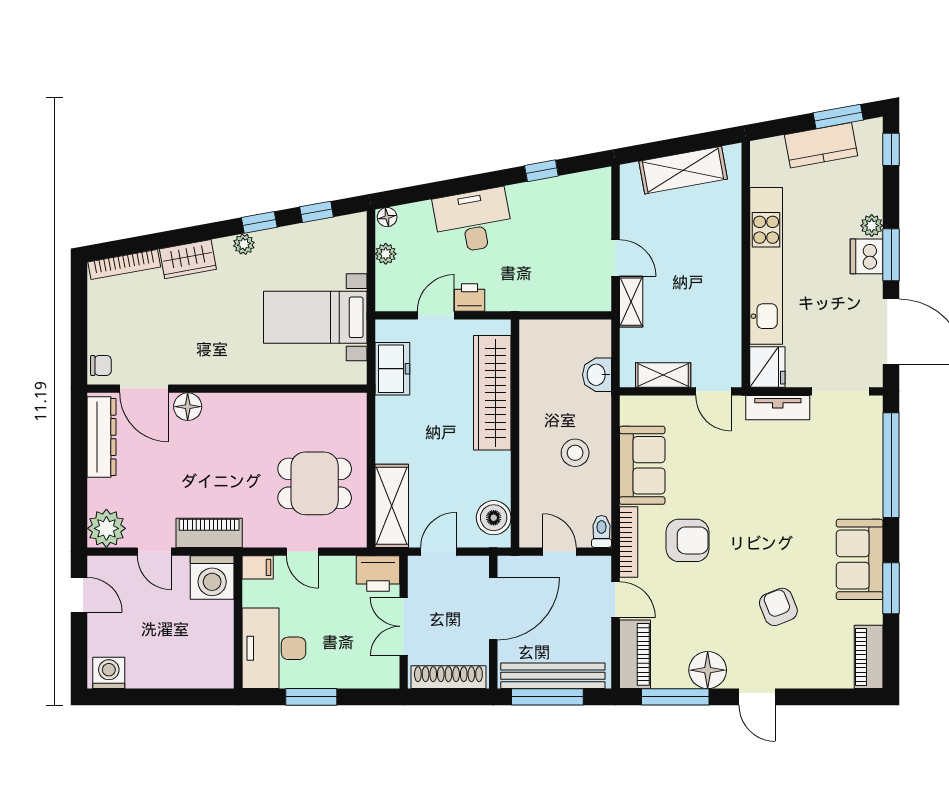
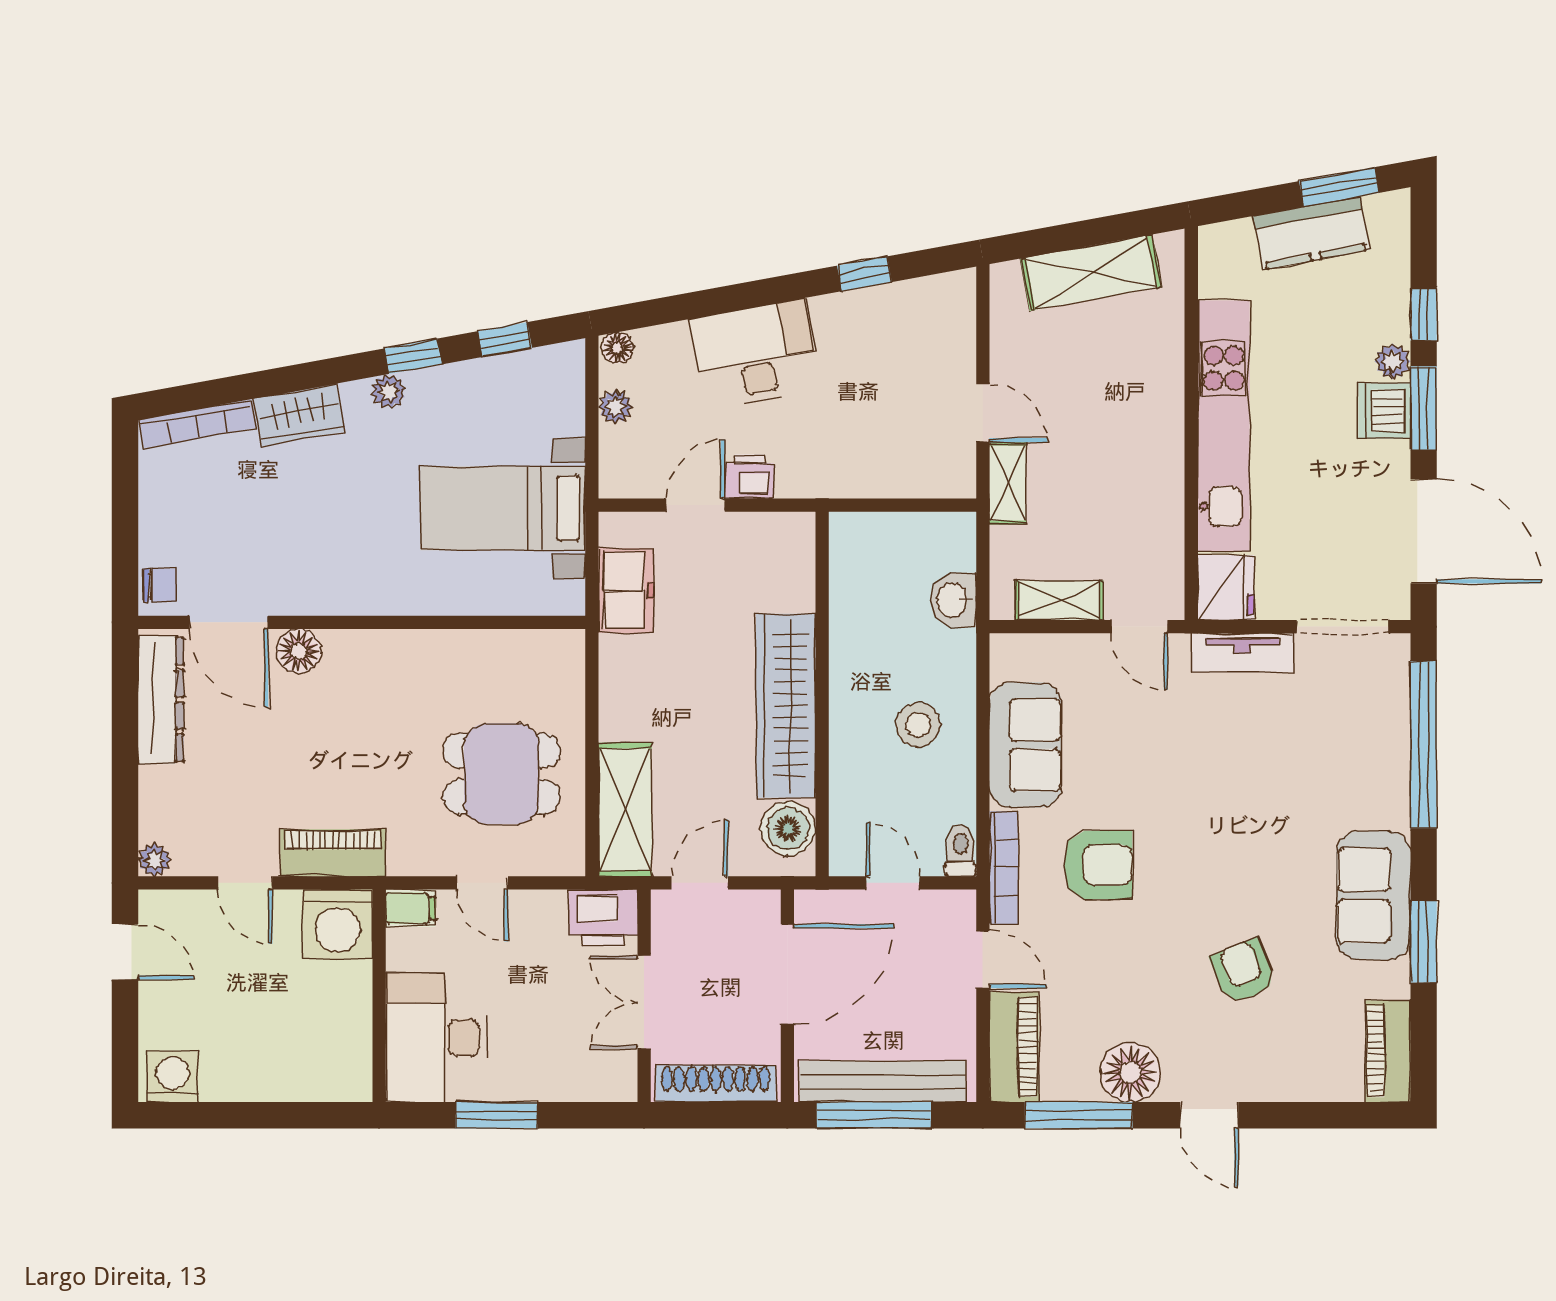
window: (891, 149) -> (1424, 314), moved
wardrobe: (492, 393) -> (786, 706), moved
plant: (106, 528) -> (154, 860), width x0.53, depth x0.53

